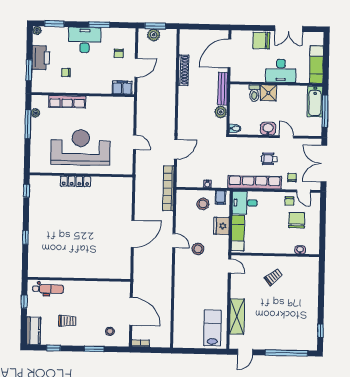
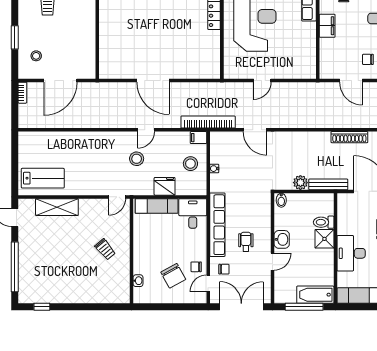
filing cabinet: (122, 88) -> (327, 26), moved
filing cabinet: (220, 197) -> (198, 138), moved
chair: (297, 220) -> (173, 276), turned 61

